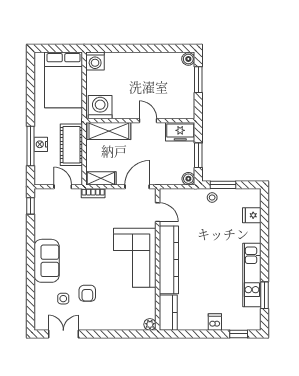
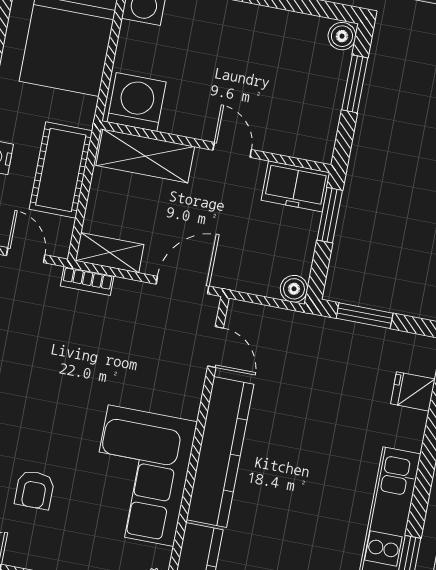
window: (198, 155) -> (330, 215), moved
stool: (212, 197) -> (336, 338), removed
corner sofa: (135, 258) -> (141, 476), moved

